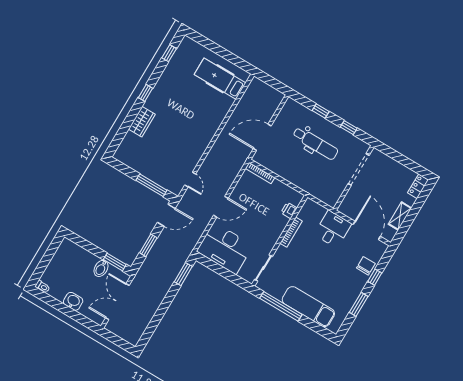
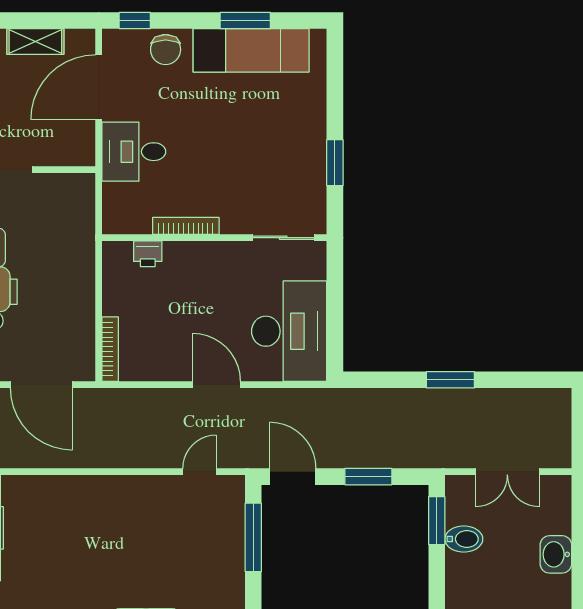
chair: (366, 266) -> (166, 50), turned -90
window: (183, 274) -> (450, 380), moved
window: (375, 277) -> (135, 21), moved
double door: (117, 302) -> (507, 472), width x0.73
window: (281, 306) -> (335, 163), width x0.47
exam couch: (308, 307) -> (251, 50), moved, turned -90

